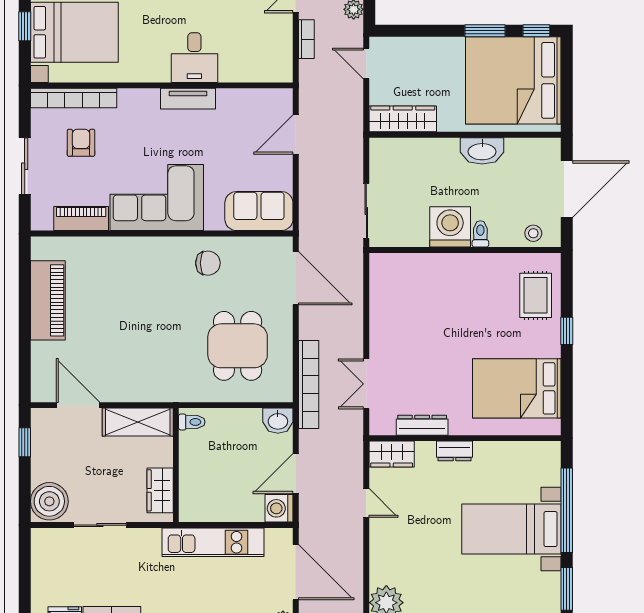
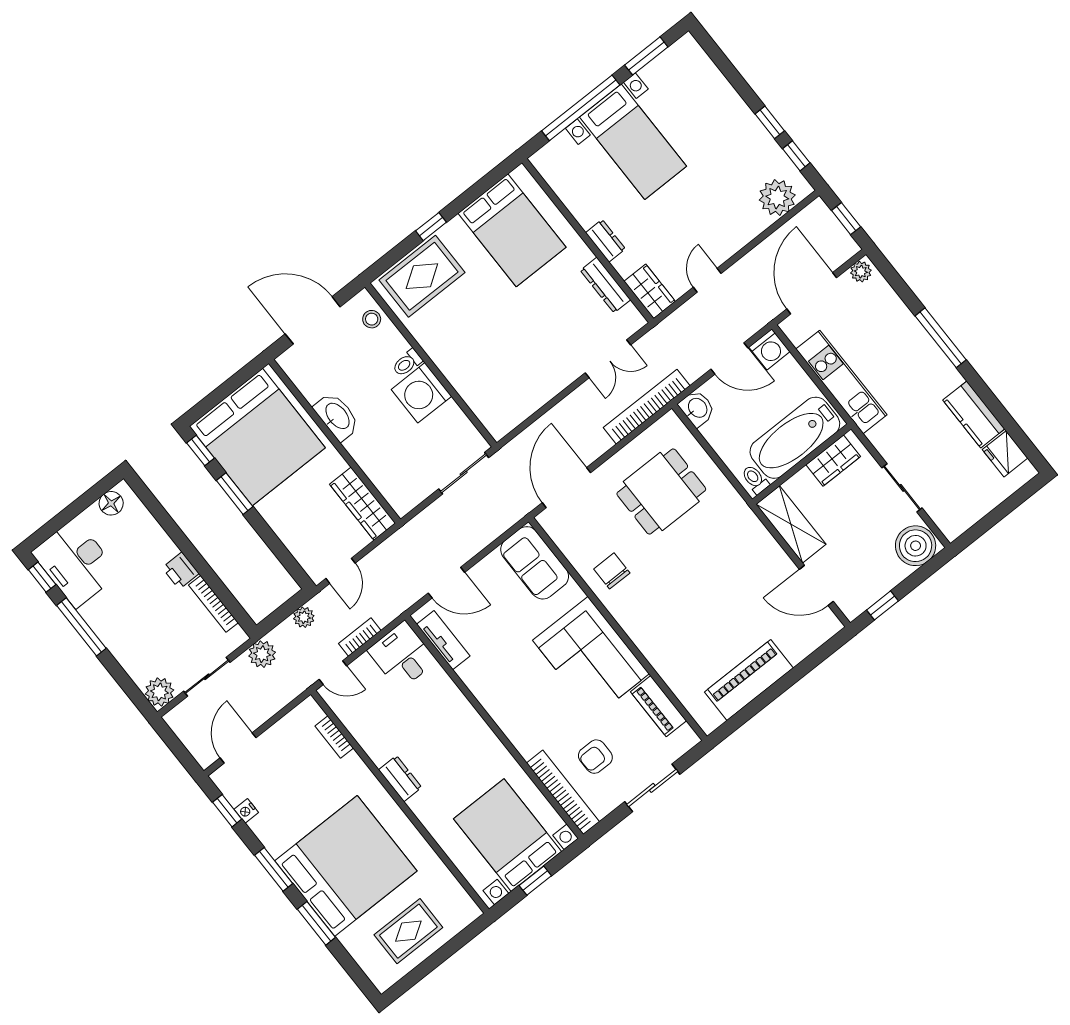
desk: (194, 58) -> (402, 656), moved, turned -90
tv unit: (188, 99) -> (443, 640), moved
rug: (536, 295) -> (422, 276), width x1.36, depth x1.43
door: (78, 405) -> (816, 585), hinge flipped
bathtub: (199, 475) -> (795, 438), added

